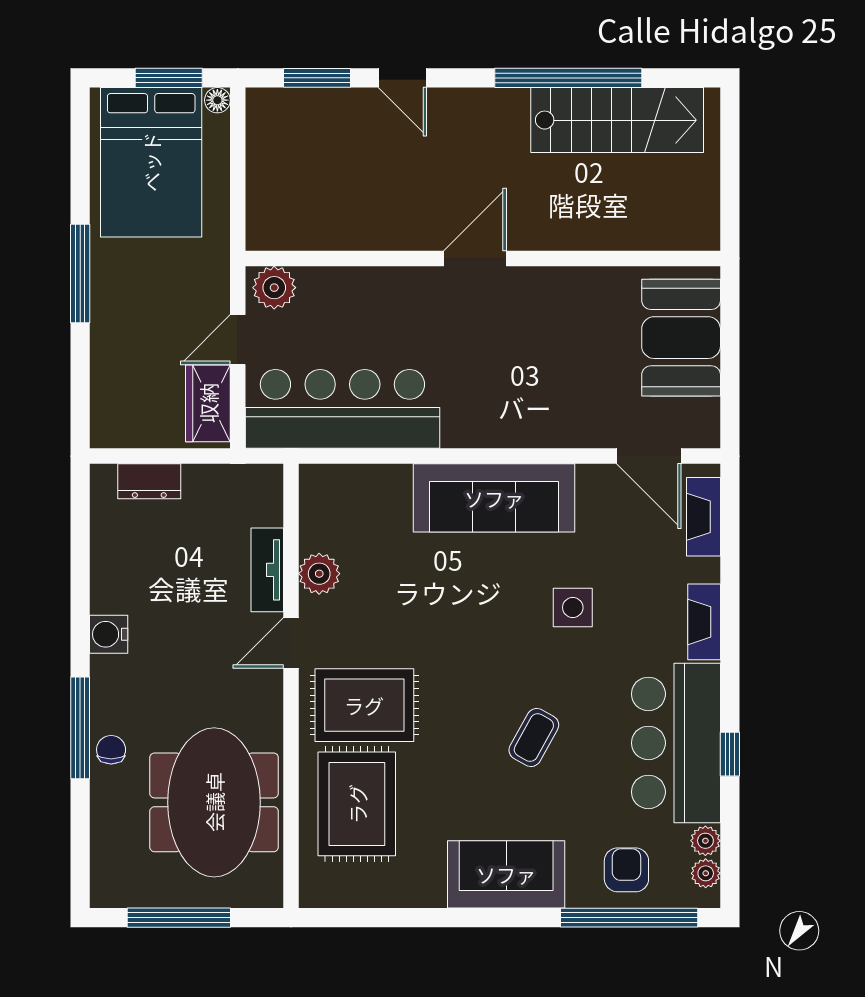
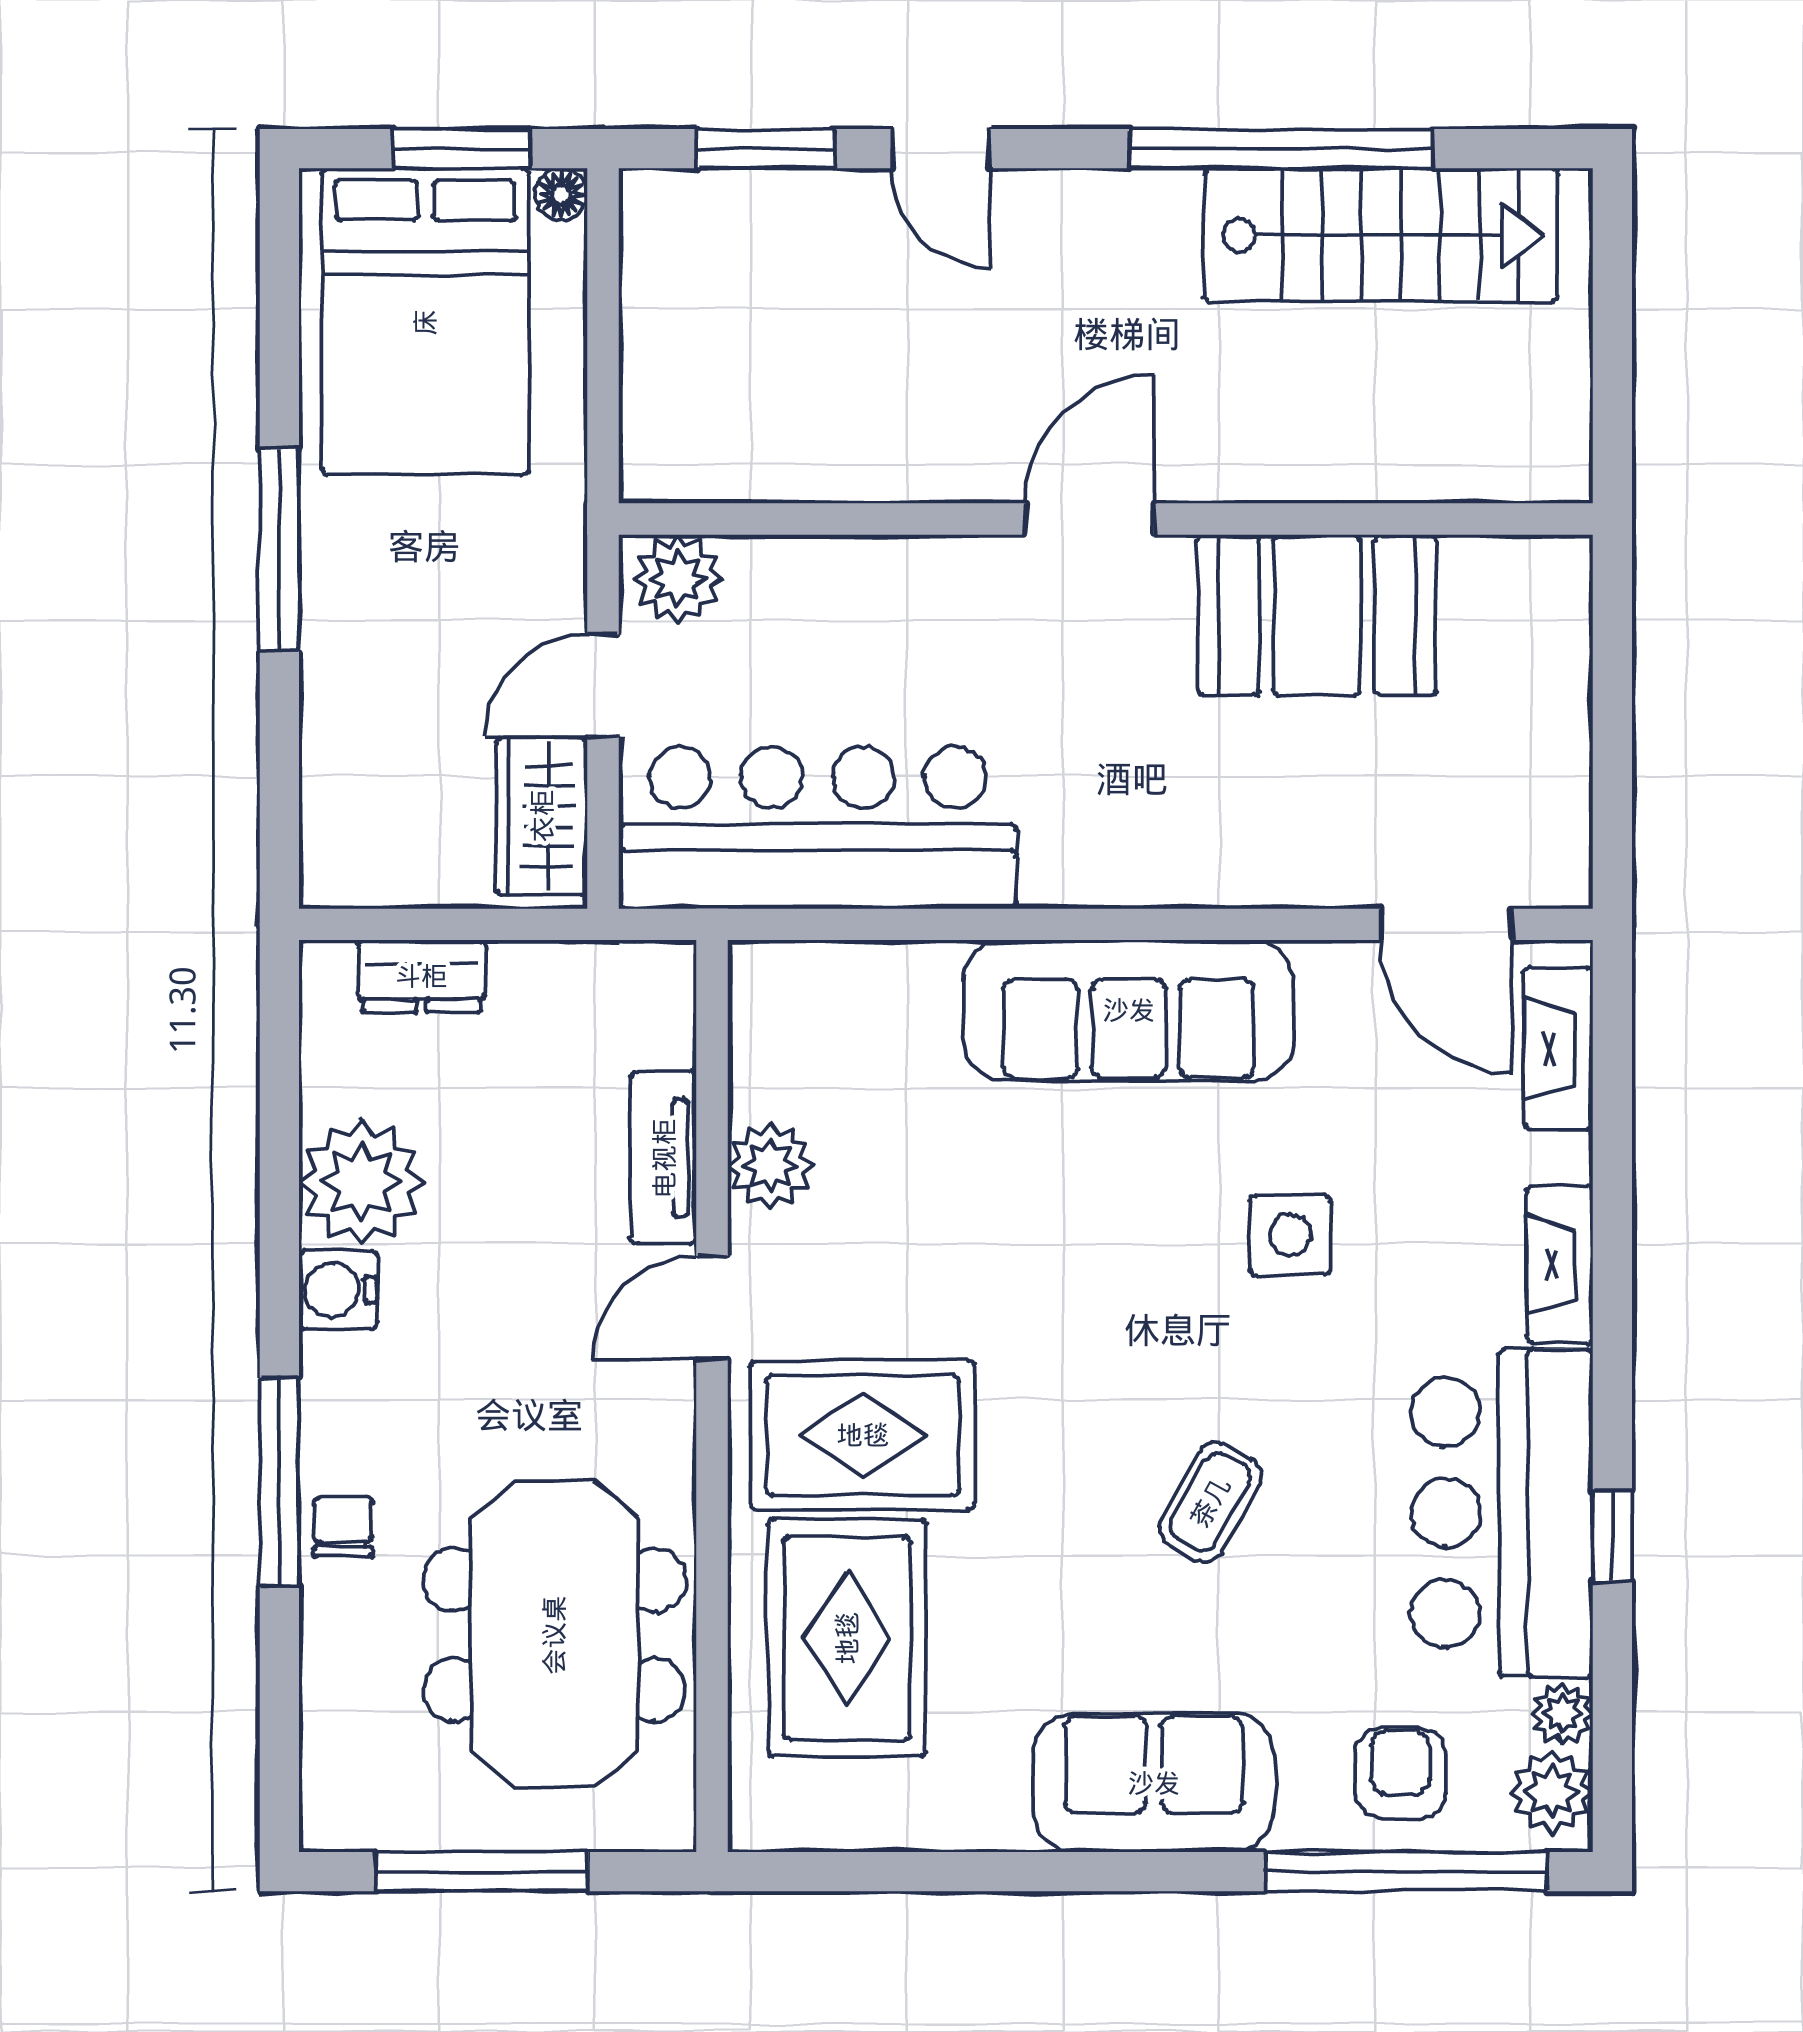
booth: (681, 338) -> (1317, 615), moved, turned 90
plant: (120, 582) -> (361, 1182), added
plant: (706, 873) -> (1552, 1792), width x1.38, depth x1.38

